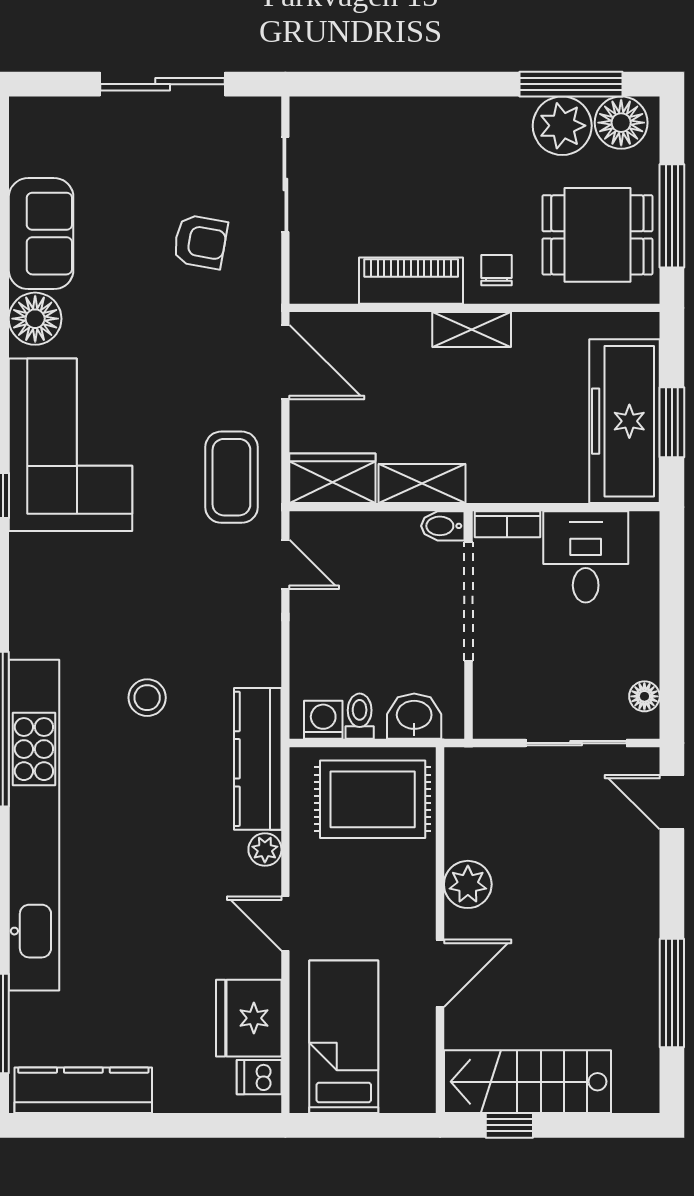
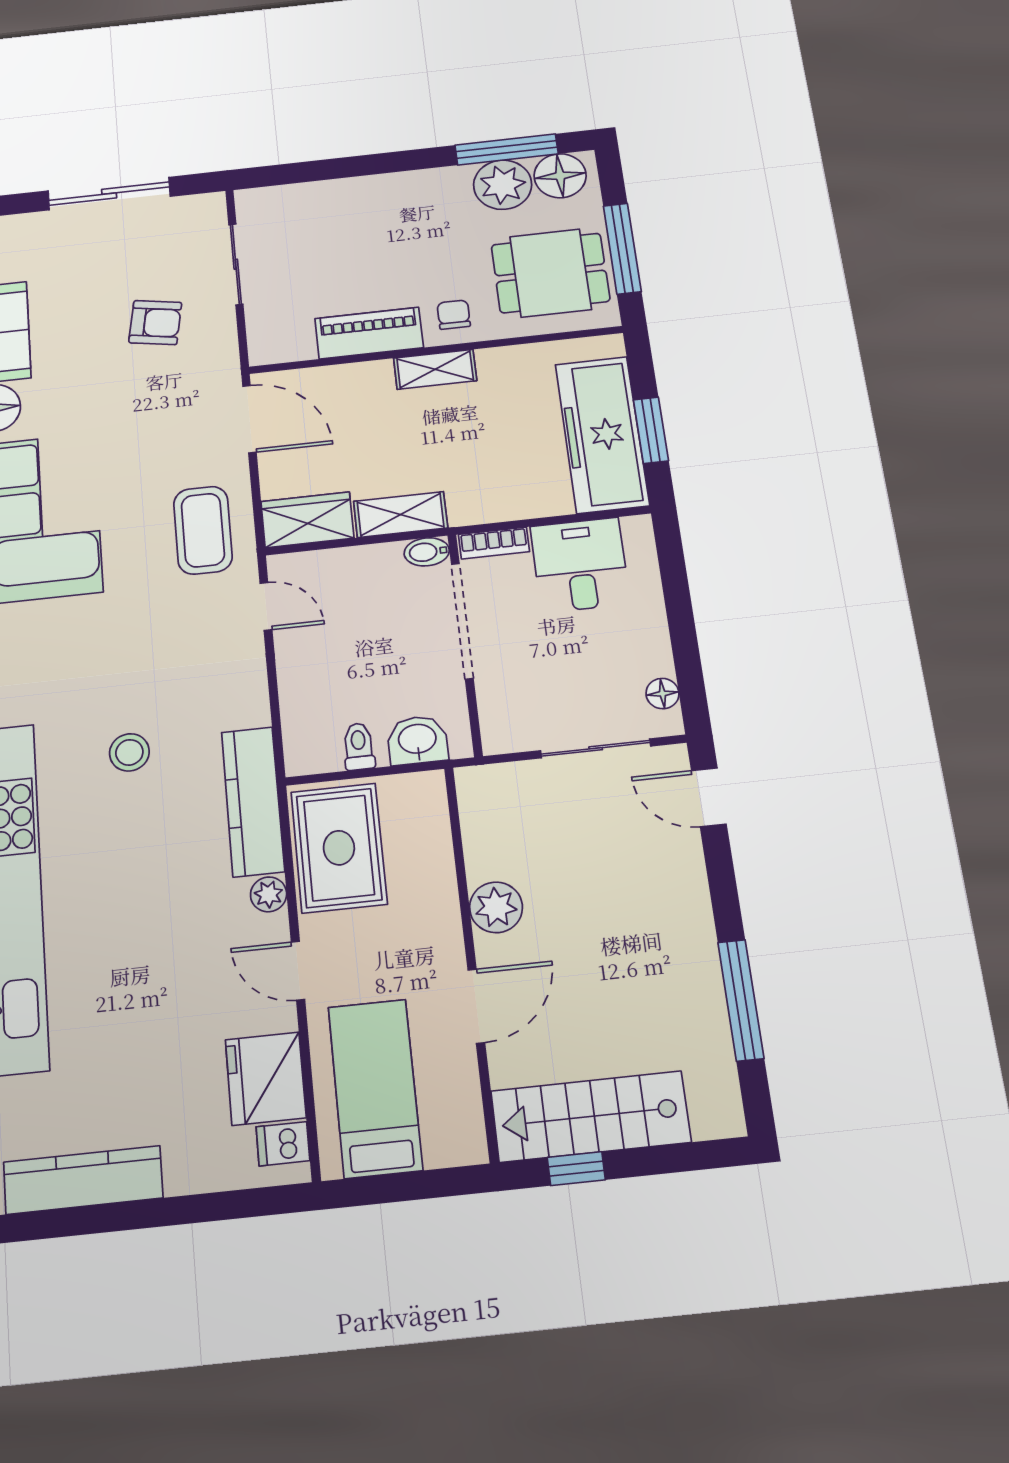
washing machine: (323, 720) -> (320, 754), removed
rug: (373, 799) -> (339, 848), moved, turned 90

